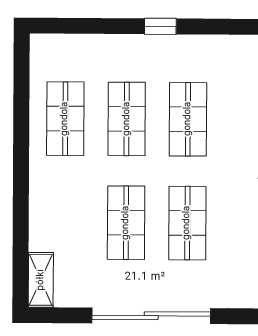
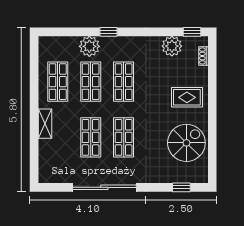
plant: (125, 53) -> (89, 46), added
shelving: (41, 280) -> (45, 124), moved

